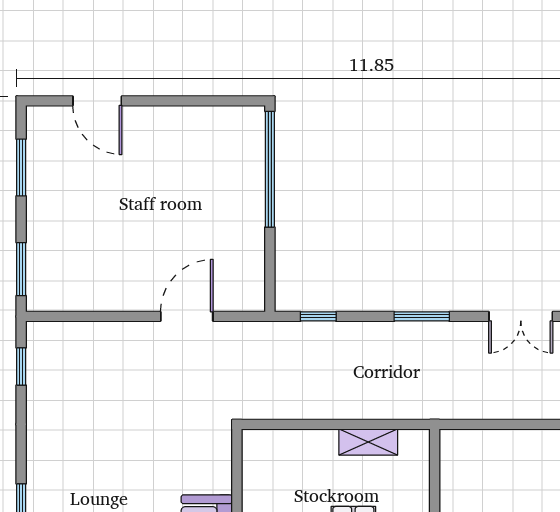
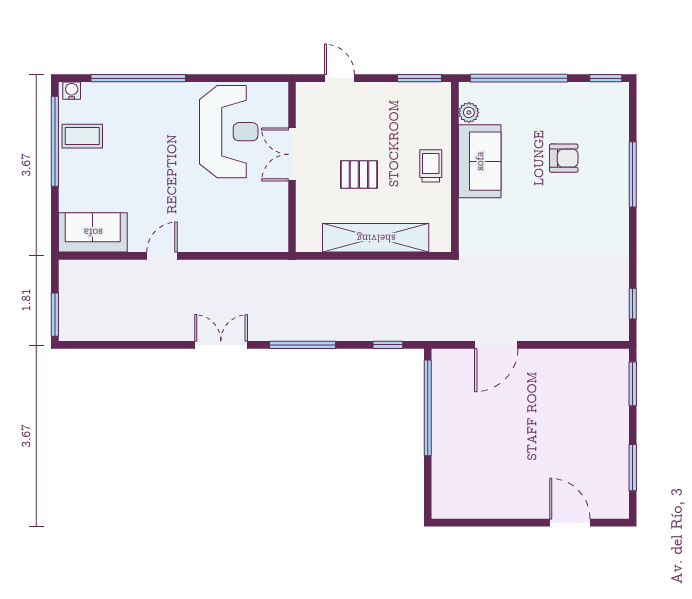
window: (270, 169) -> (428, 408), moved
window: (422, 316) -> (303, 345), width x1.44
shelving: (368, 442) -> (376, 238), width x2.20, depth x1.33

